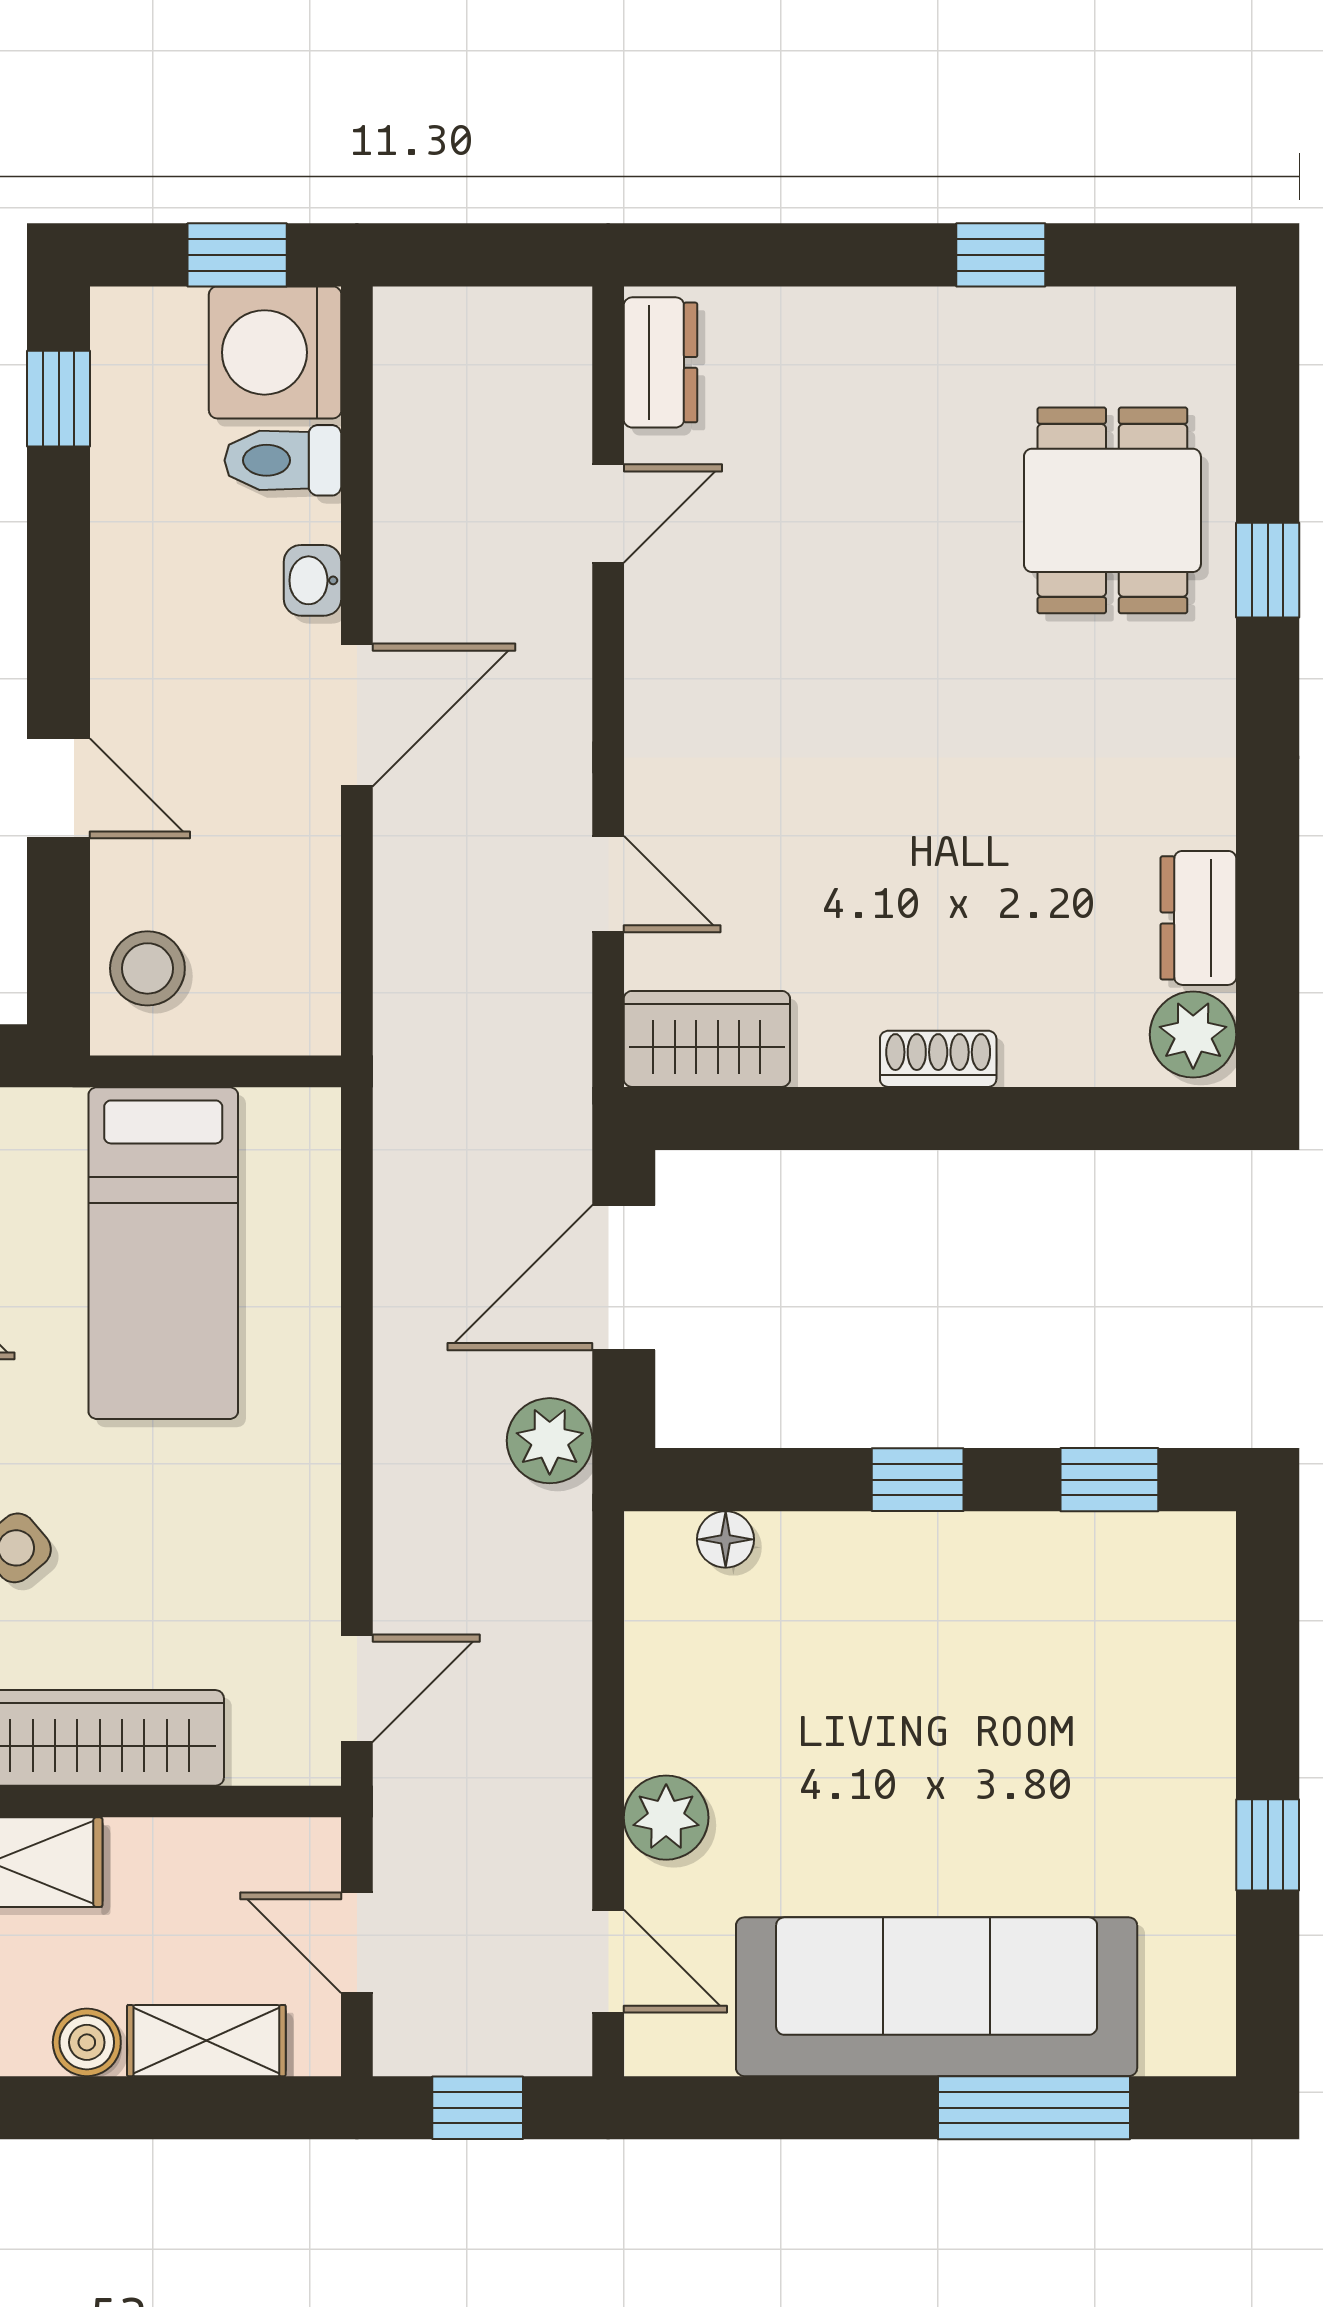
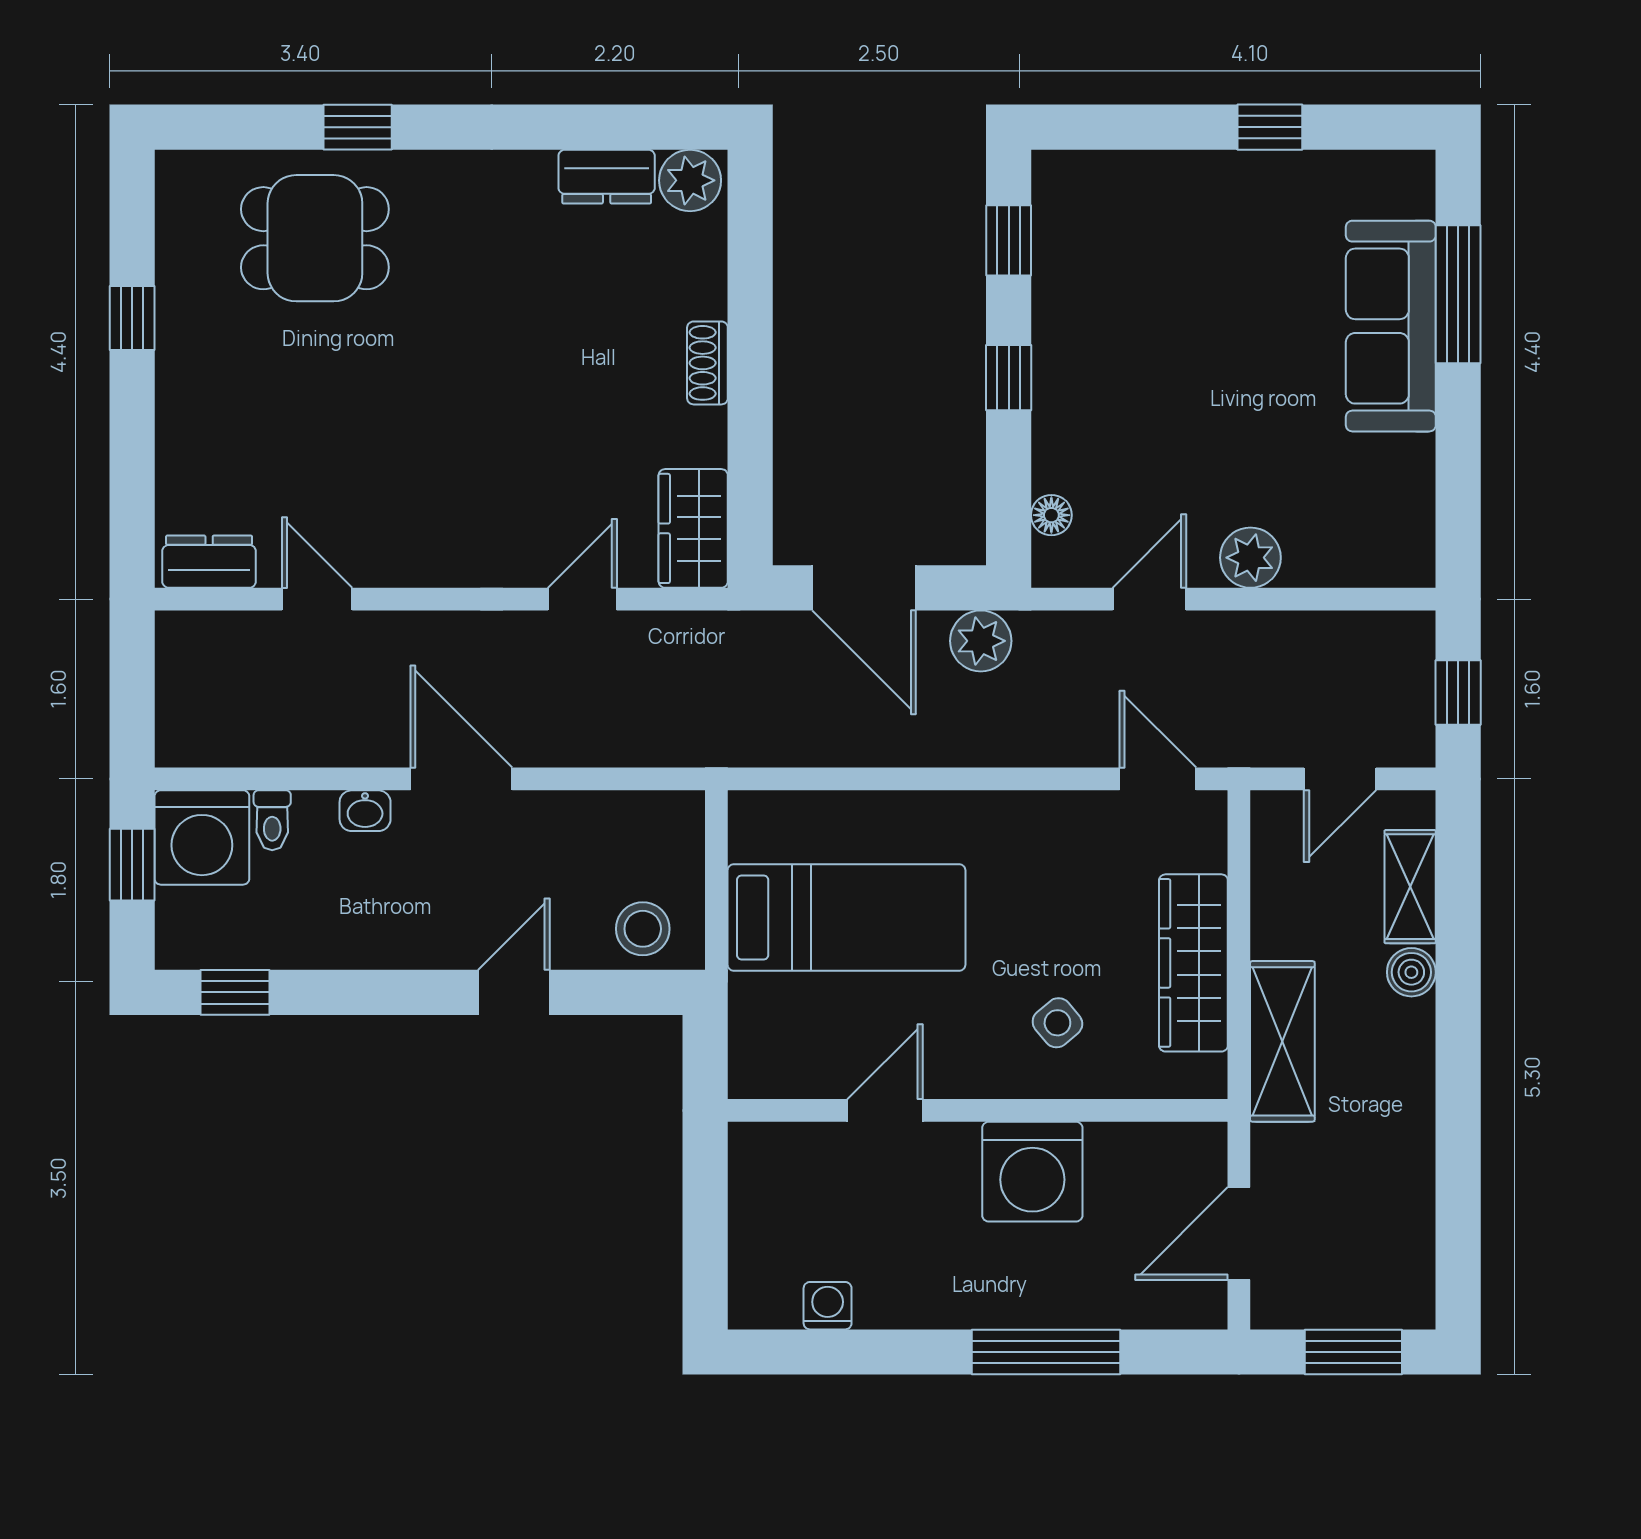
toilet: (283, 460) -> (272, 820), width x0.73, depth x0.72
door: (608, 1961) -> (1149, 599), moved
sofa: (937, 1997) -> (1391, 326), width x0.74, depth x0.79

